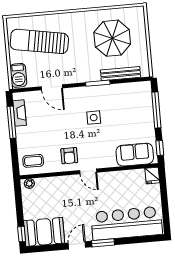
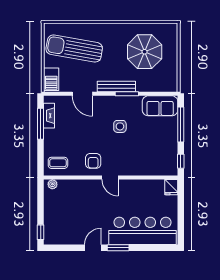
bench: (121, 74) -> (116, 87), moved
sofa: (135, 155) -> (160, 106), moved, turned 180
booth: (44, 232) -> (62, 232), removed

